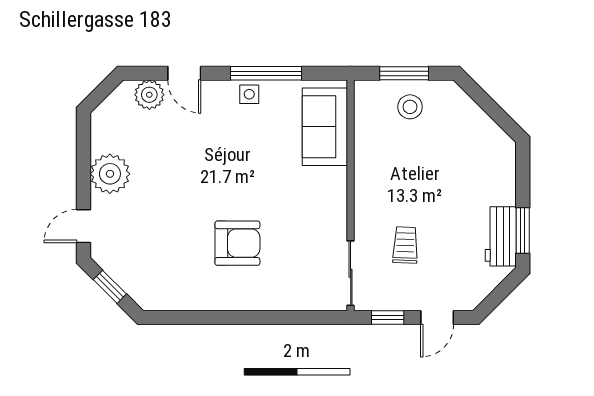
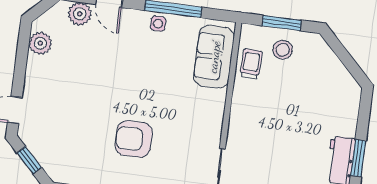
plant: (110, 174) -> (40, 43), moved, width x0.73, depth x0.73
armchair: (237, 243) -> (134, 139), turned 180
trolley: (405, 245) -> (251, 64), moved

